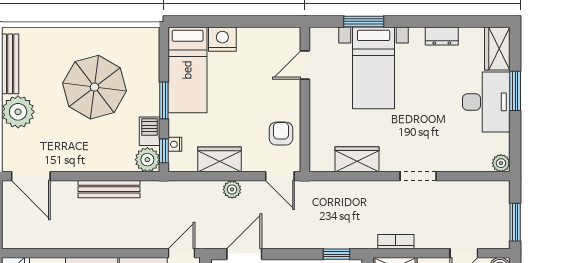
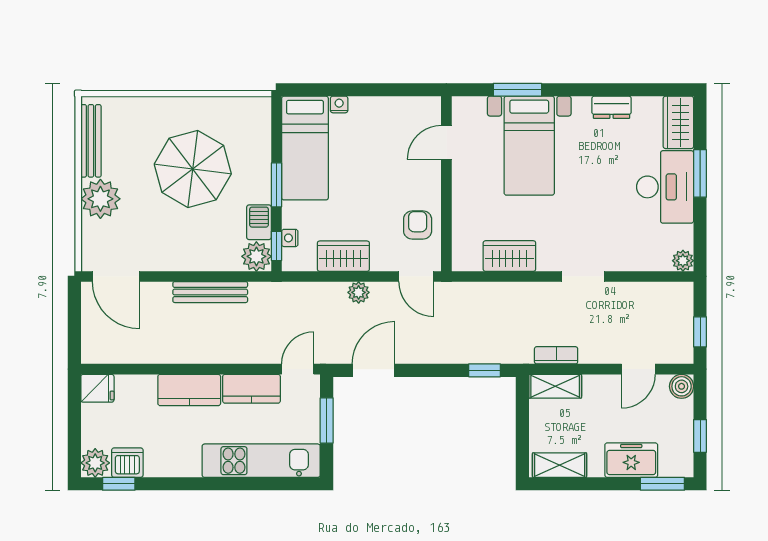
nightstand: (222, 39) -> (339, 104), width x0.53, depth x0.56
window: (515, 222) -> (700, 332), width x0.67

